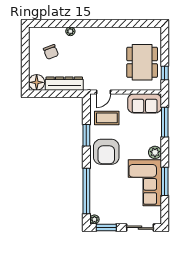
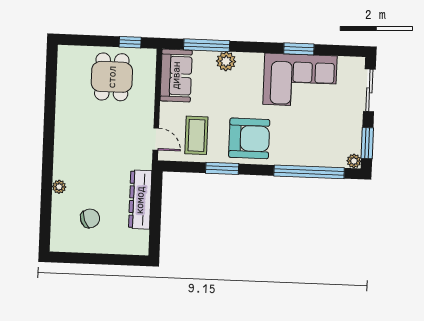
dining table: (142, 62) -> (112, 77), width x0.73
floor lamp: (37, 82) -> (137, 243), removed
plant: (155, 152) -> (226, 61), moved
window: (165, 181) -> (299, 49), width x0.69

